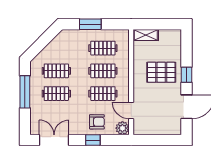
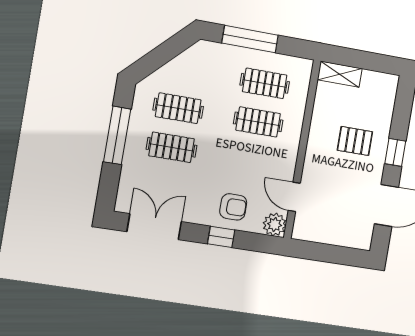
window: (90, 24) -> (250, 39), width x1.44
pallet: (161, 72) -> (355, 141), width x0.67, depth x0.71
clothes rail: (103, 94) -> (252, 161), removed

